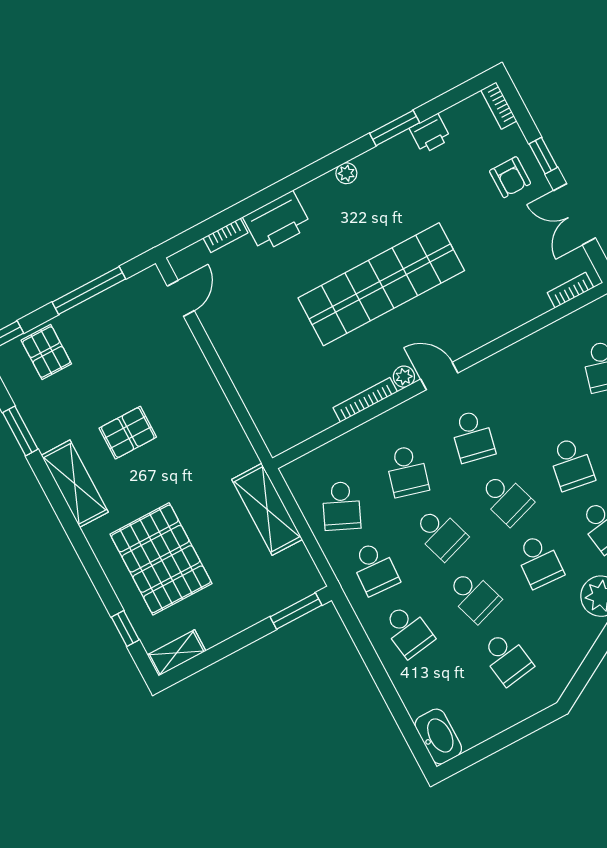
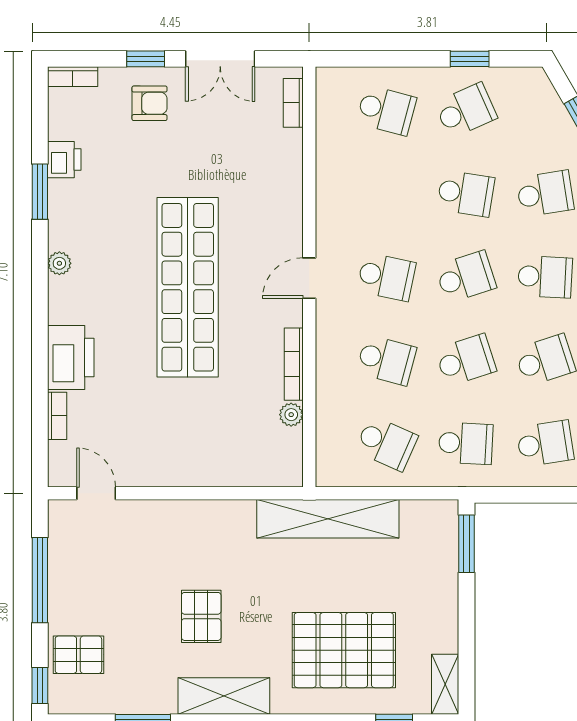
plant: (404, 377) -> (291, 415), moved
shelving: (267, 509) -> (328, 519), width x1.47

